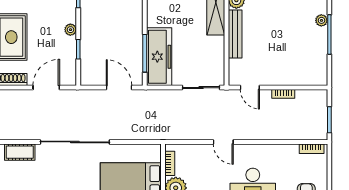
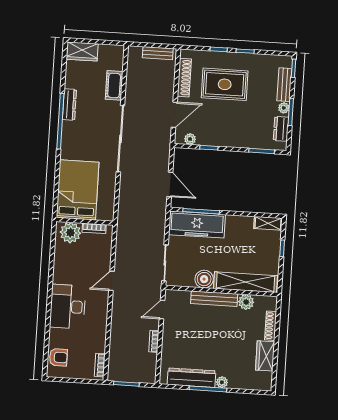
plant: (70, 30) -> (190, 139), moved
boiler: (215, 46) -> (204, 279), added
dresser: (319, 52) -> (191, 378), added
door: (46, 88) -> (174, 115), hinge flipped
door: (119, 88) -> (170, 184), hinge flipped

